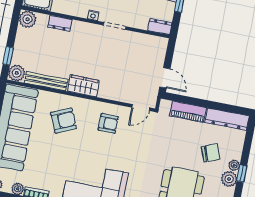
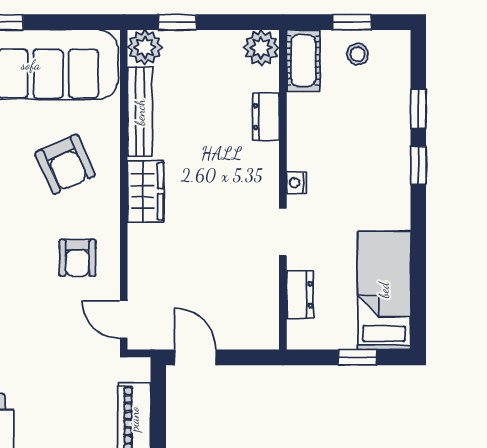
dresser: (160, 27) -> (300, 295), moved
door: (165, 78) -> (195, 357), swing flipped

